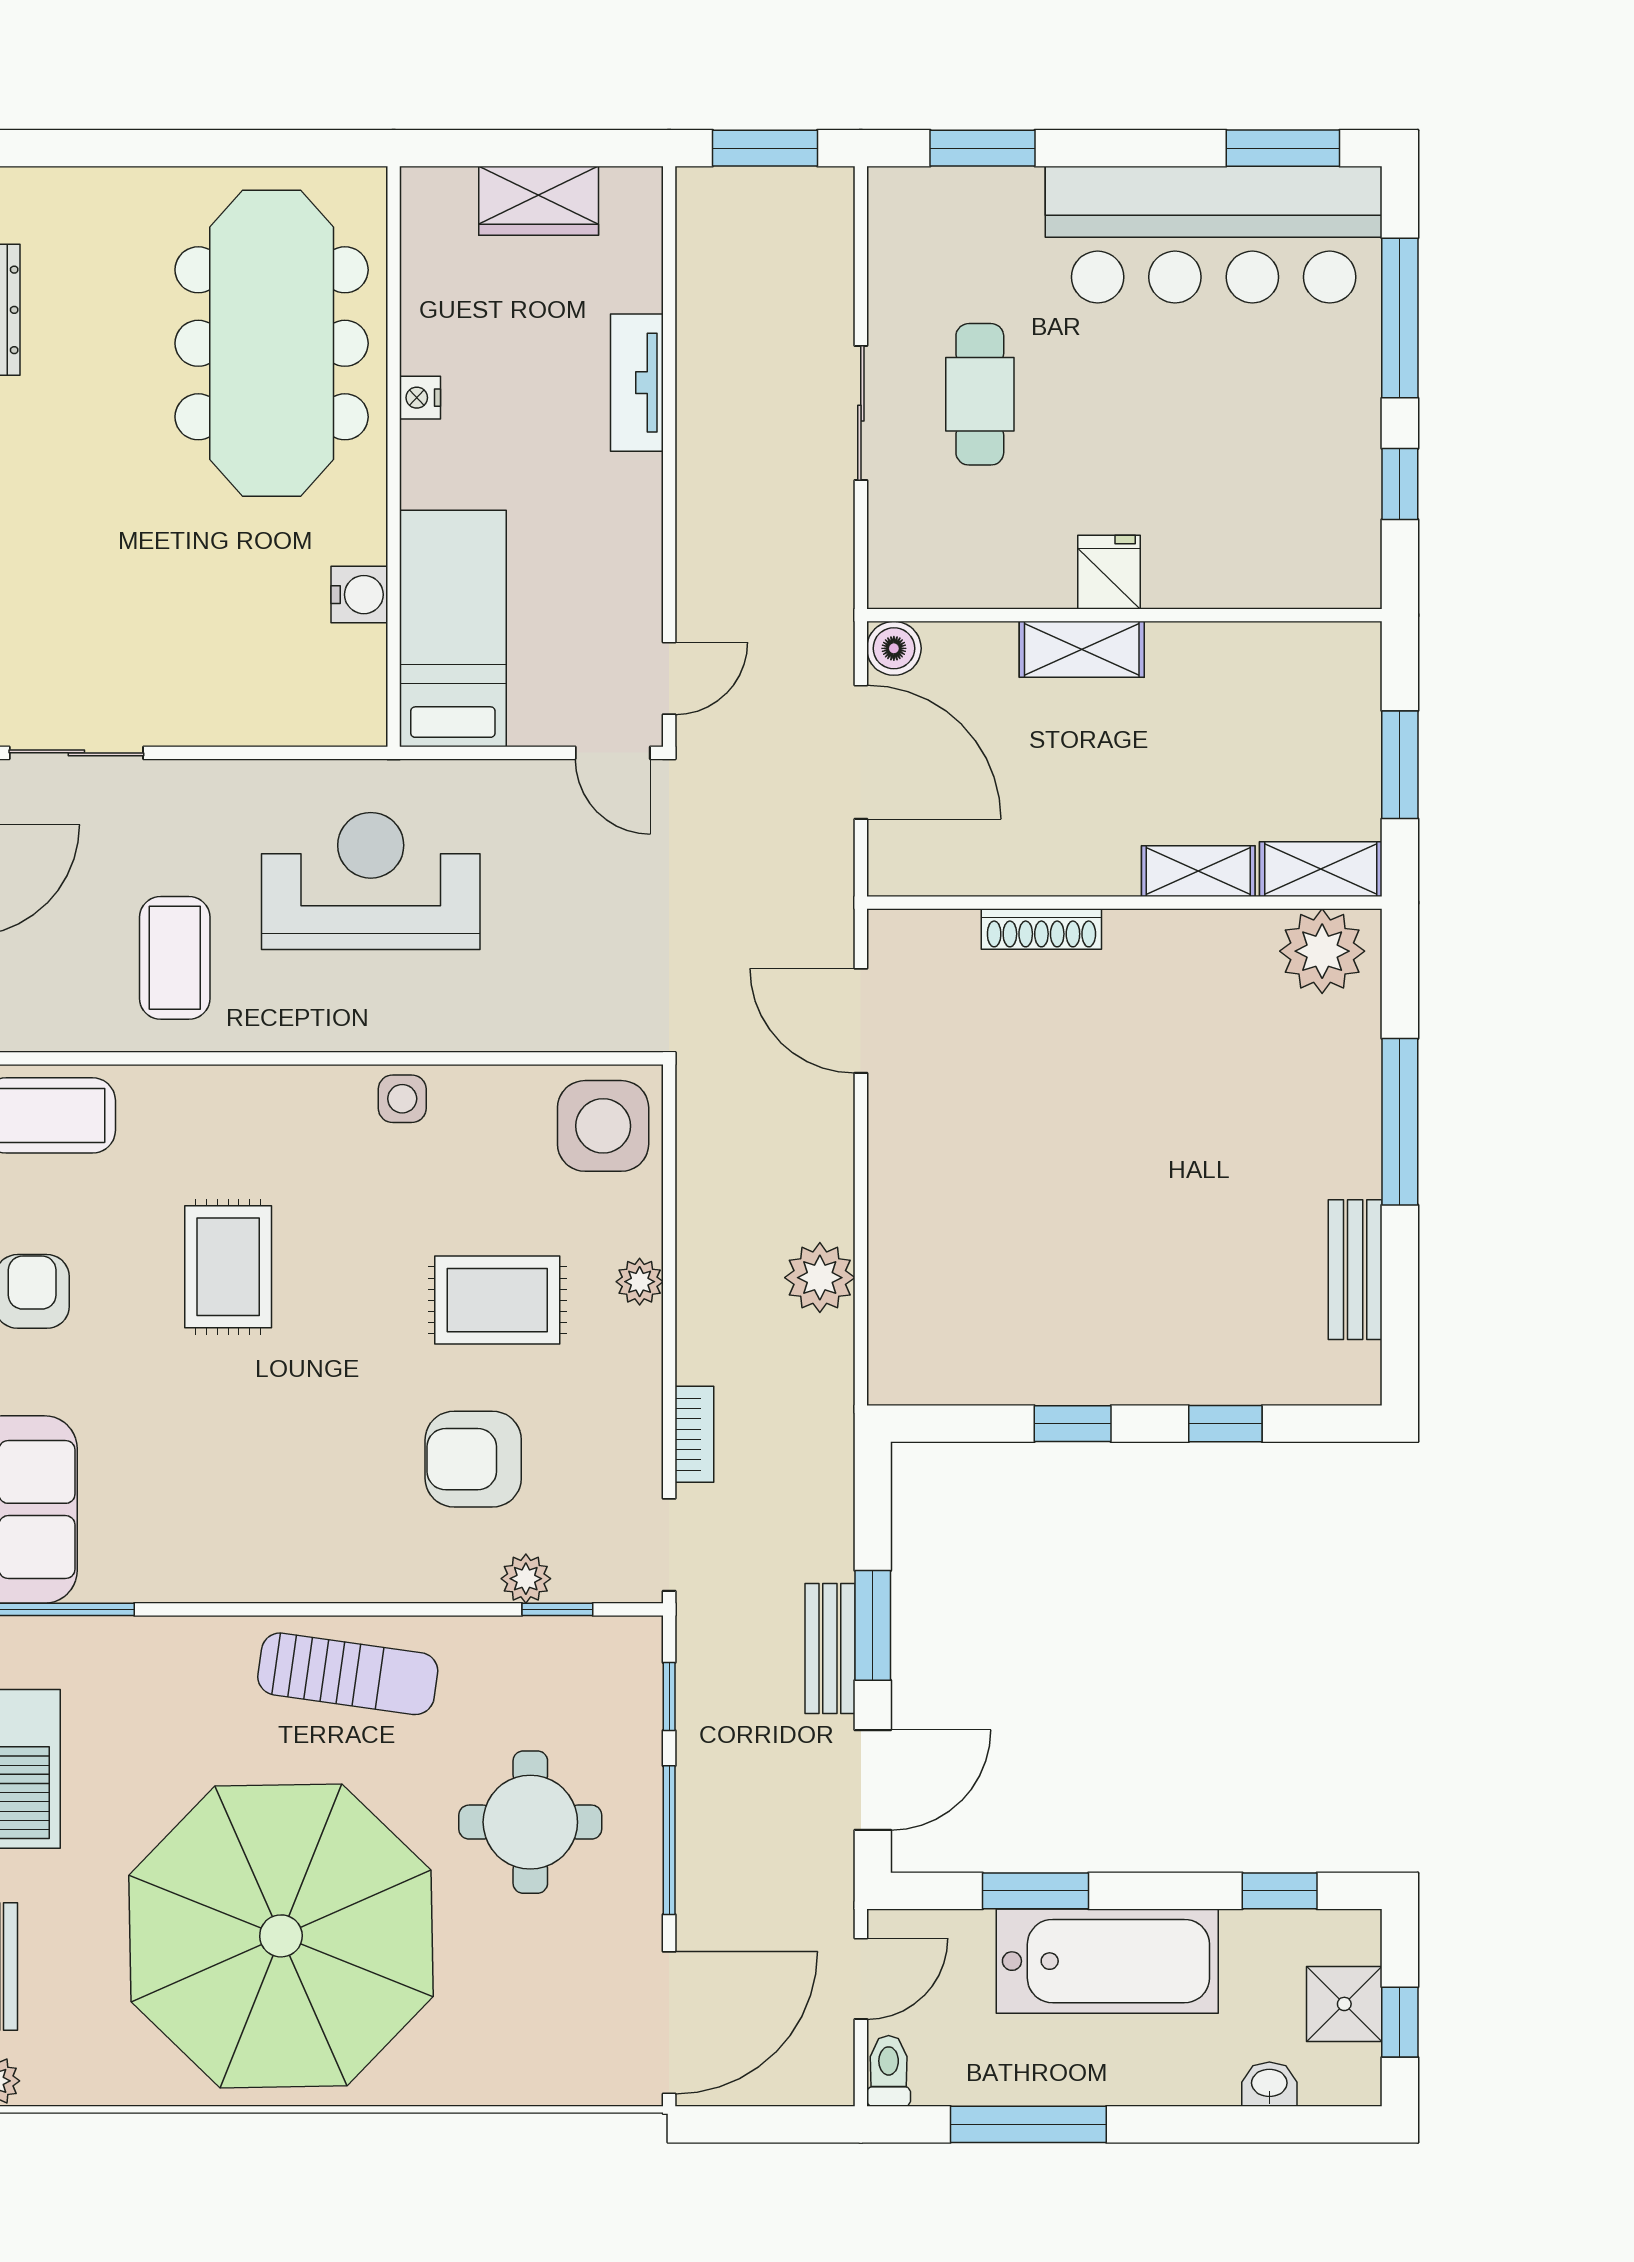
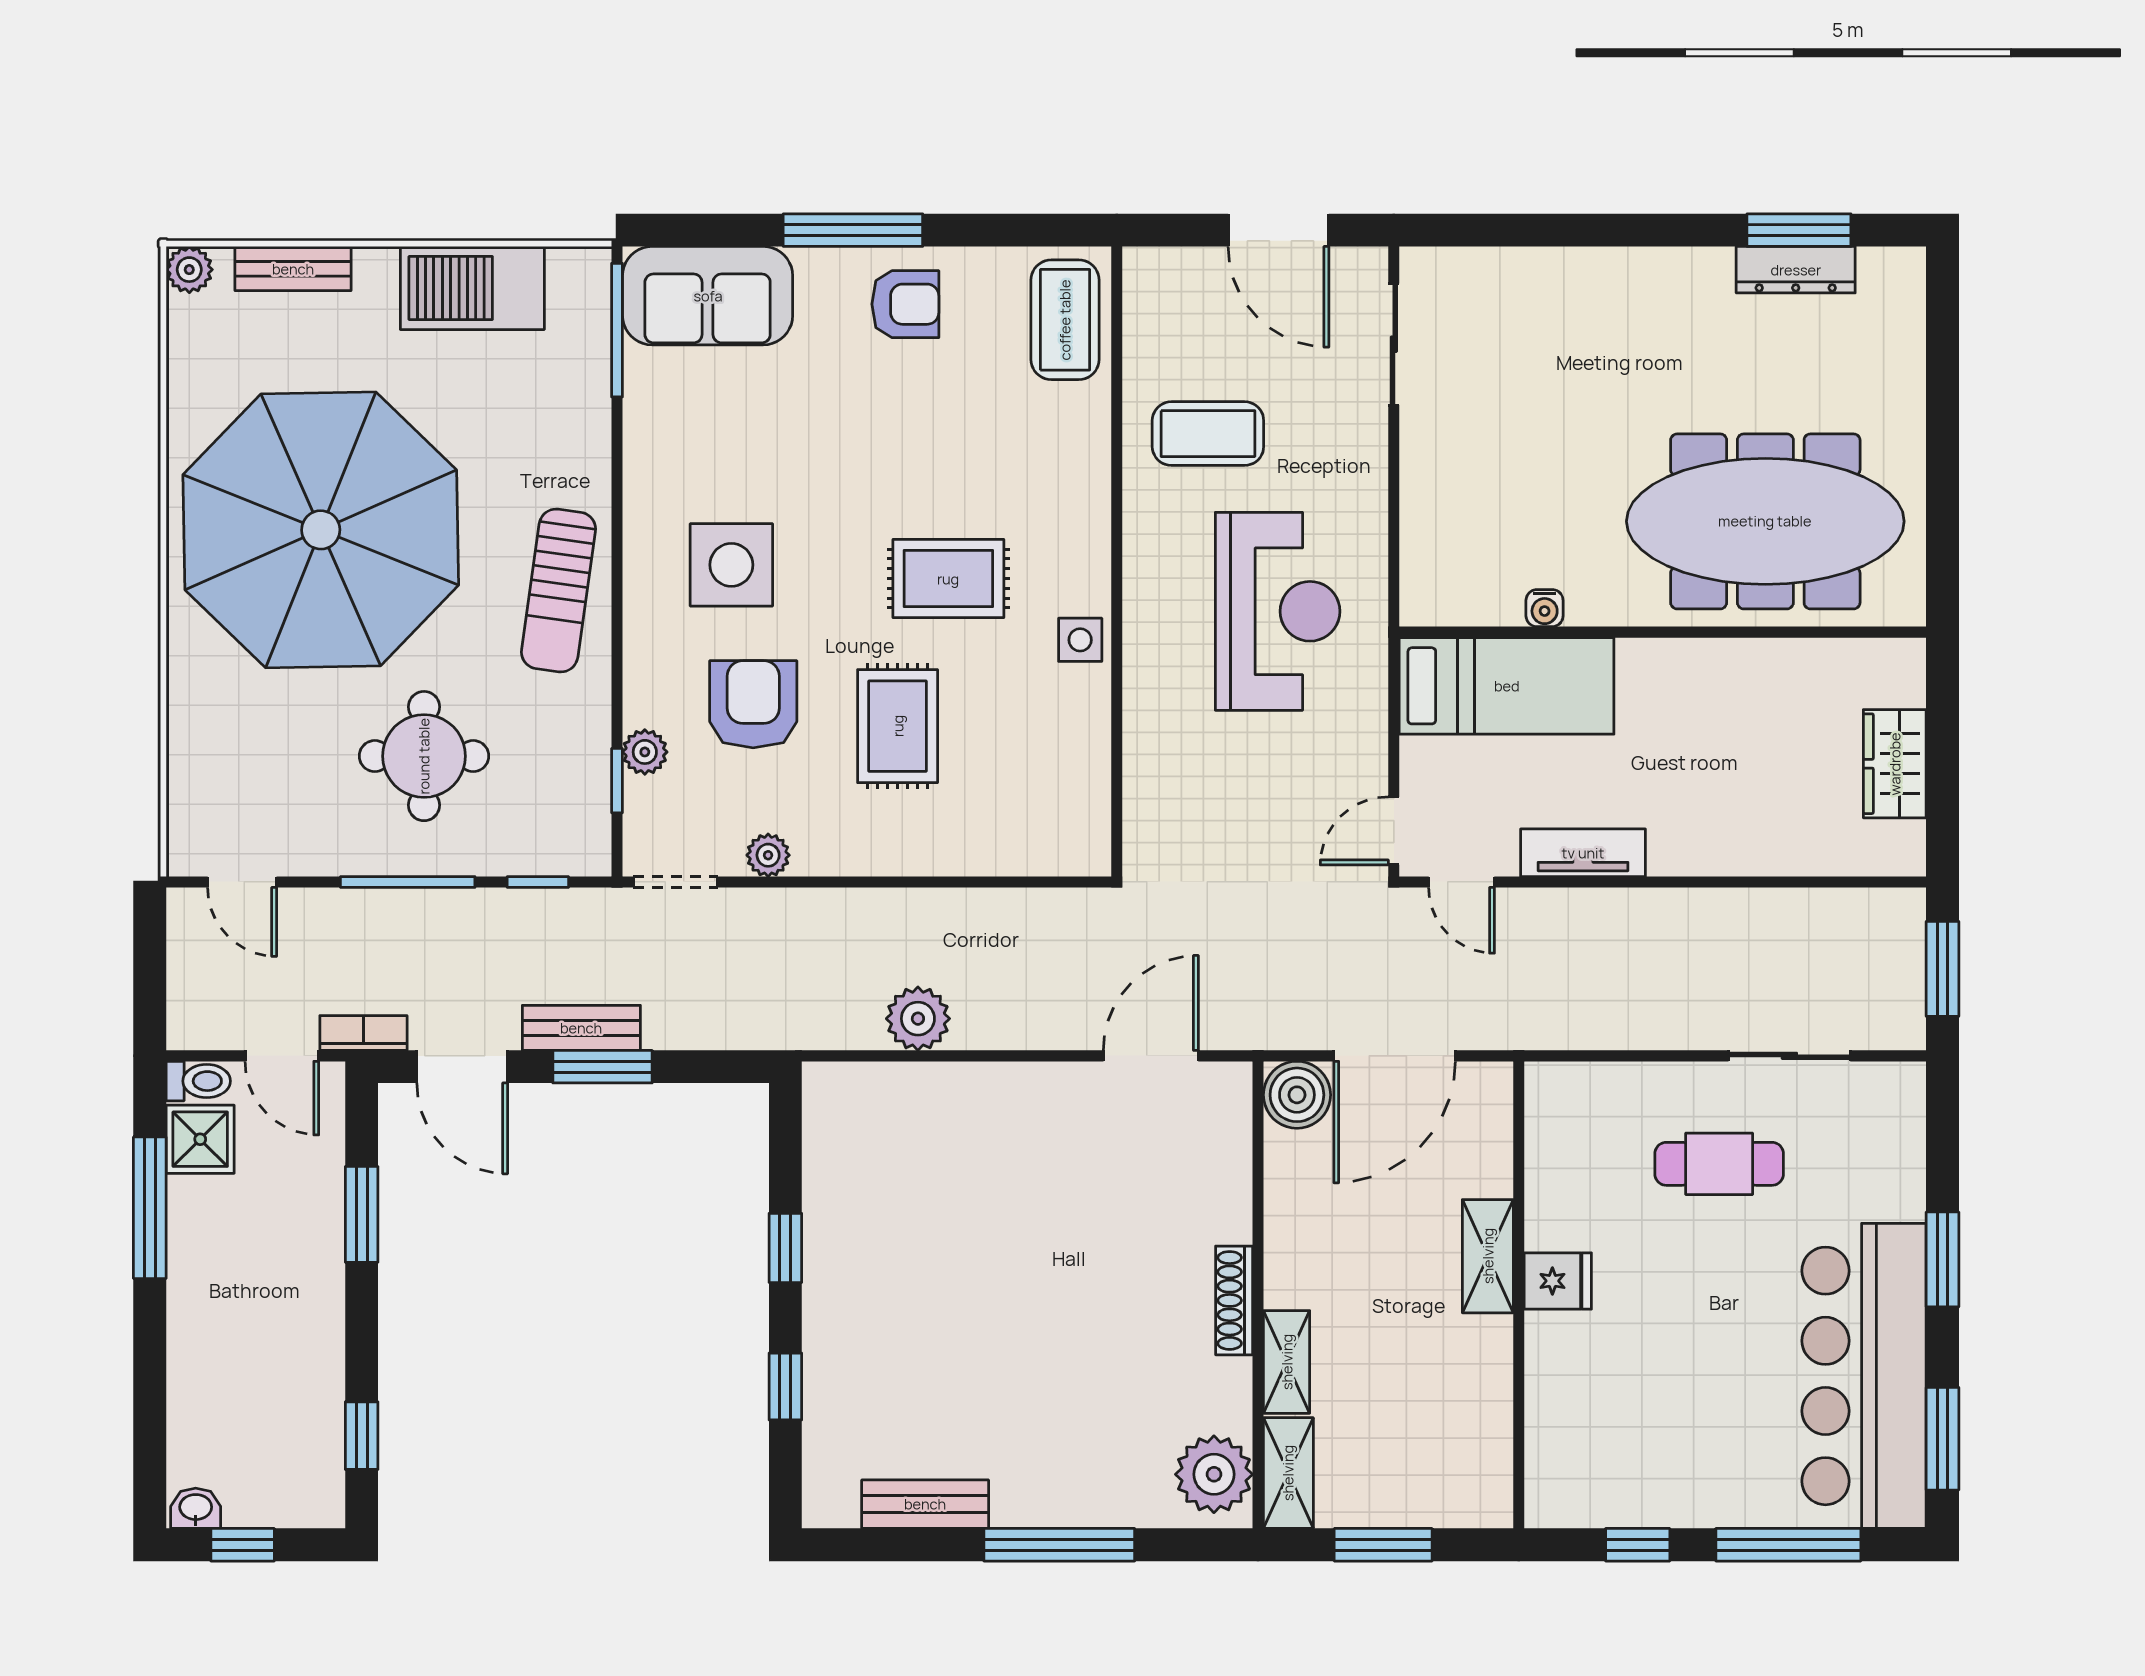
window: (983, 148) -> (1942, 1259), moved
tv unit: (637, 383) -> (1583, 853), moved
nightstand: (420, 398) -> (1716, 656), removed
sliding door: (861, 413) -> (1789, 1056), moved
water cooler: (359, 595) -> (1545, 608), width x0.72, depth x0.72
boiler: (894, 648) -> (1297, 1095), moved, width x1.36, depth x1.36
shoe rack: (1041, 929) -> (1234, 1300), moved
side table: (603, 1126) -> (731, 565), moved
rug: (228, 1267) -> (948, 579), moved
plant: (640, 1282) -> (768, 855), moved
bookcase: (694, 1434) -> (363, 1033), moved, turned 180
bathtub: (1107, 1961) -> (298, 1279), removed
shower: (1344, 2004) -> (200, 1139), moved
door: (669, 2023) -> (242, 882), width x0.53
washbasin: (1269, 2084) -> (196, 1508), moved, turned -90

